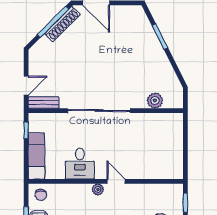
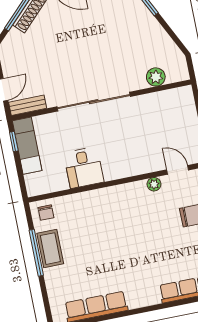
exam couch: (36, 156) -> (27, 146), moved
door: (116, 181) -> (178, 170), moved
plant: (98, 189) -> (154, 184), moved

